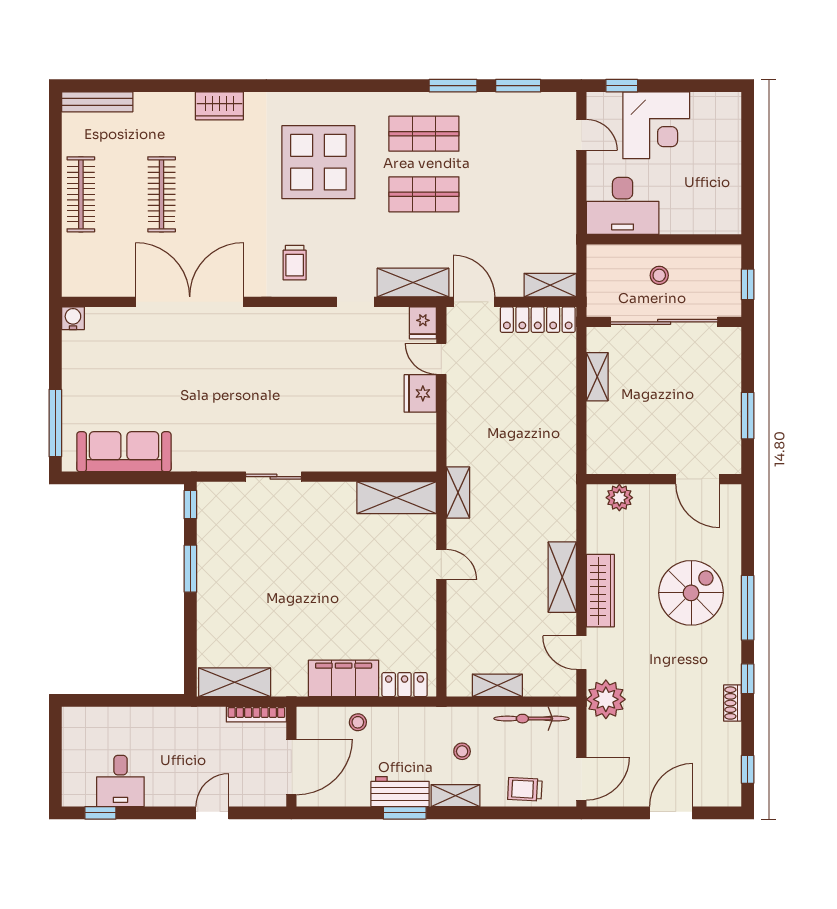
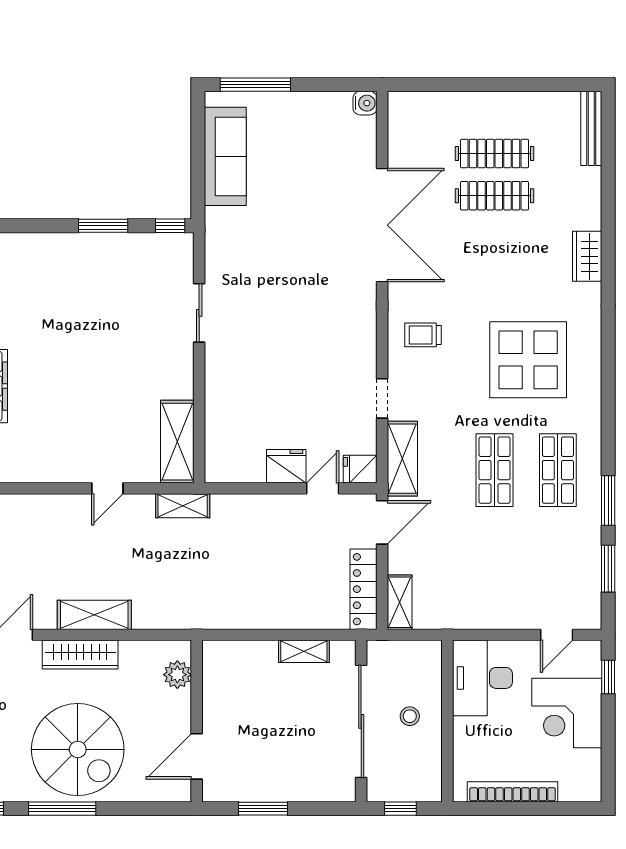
bookcase: (731, 177) -> (513, 792), added
clothes rail: (81, 194) -> (495, 154), moved
spiral stairs: (691, 593) -> (78, 749), width x1.37, depth x1.37

